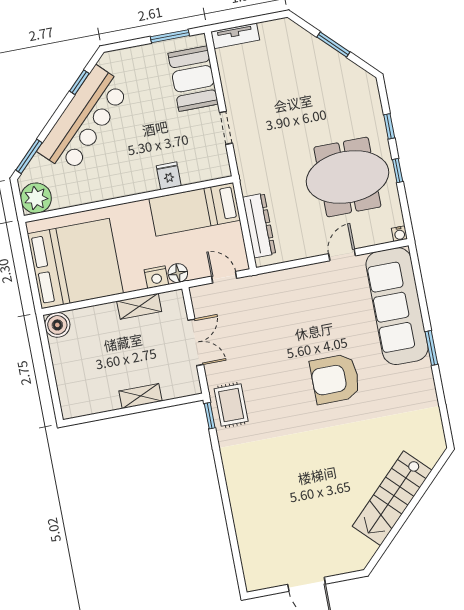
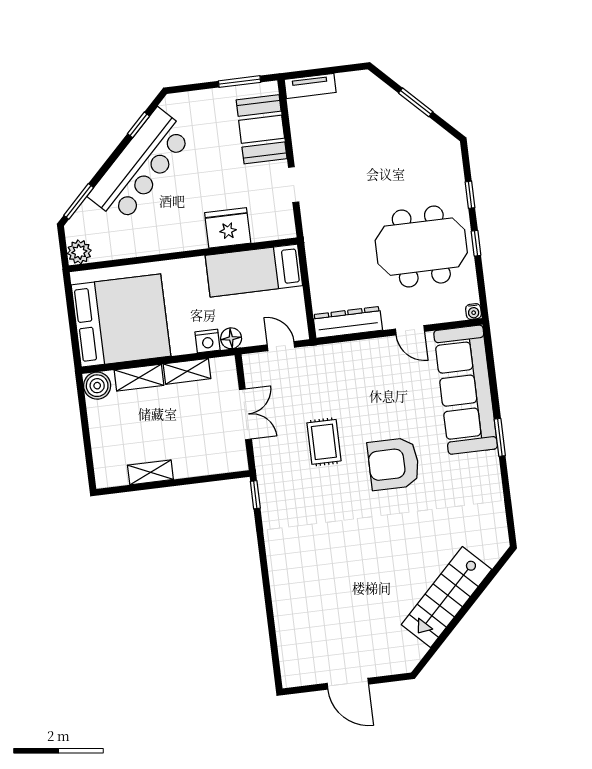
fridge: (169, 176) -> (228, 228), width x1.88, depth x1.34
plant: (36, 198) -> (79, 252), width x0.73, depth x0.73
dresser: (259, 226) -> (348, 322), moved, turned -90
door: (342, 255) -> (410, 330), swing flipped
shelving: (95, 315) -> (139, 378), added
shelving: (141, 396) -> (150, 472), moved
rug: (231, 405) -> (324, 442), moved

